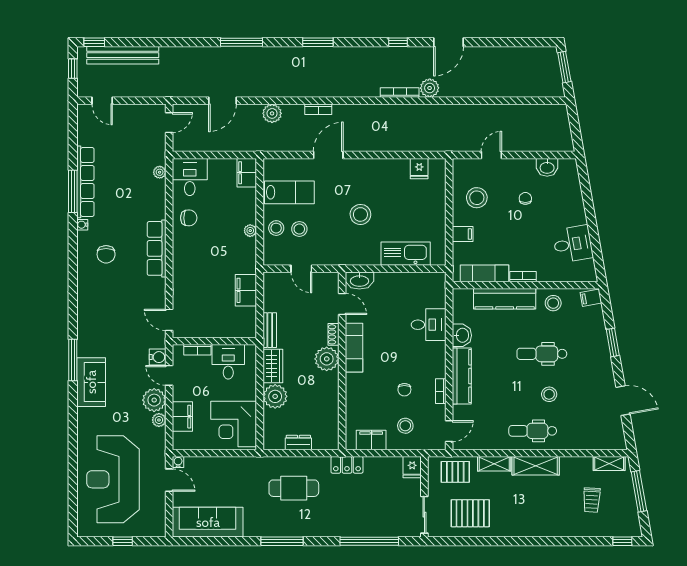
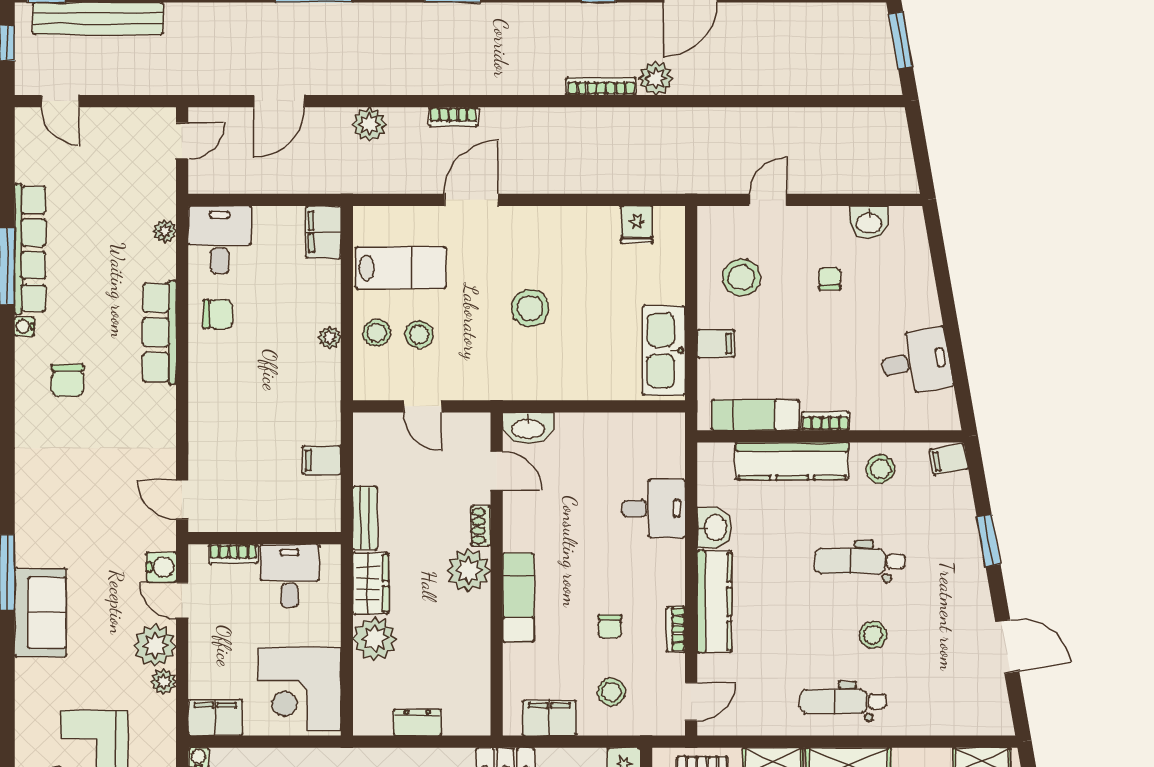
row of seats: (157, 248) -> (159, 332), moved
kitchen sink: (406, 254) -> (664, 350), moved, turned -90
filing cabinet: (246, 290) -> (322, 460), width x0.50
exam couch: (354, 348) -> (518, 598), moved
filing cabinet: (182, 417) -> (215, 718), moved, turned -90

